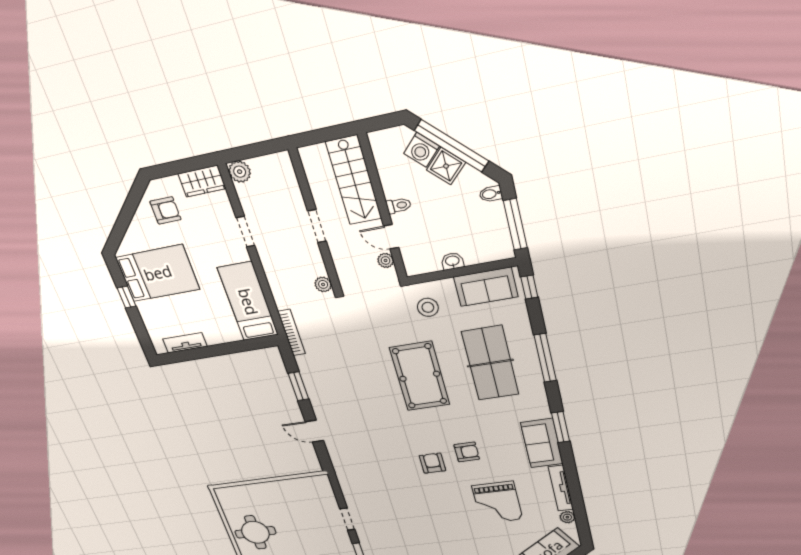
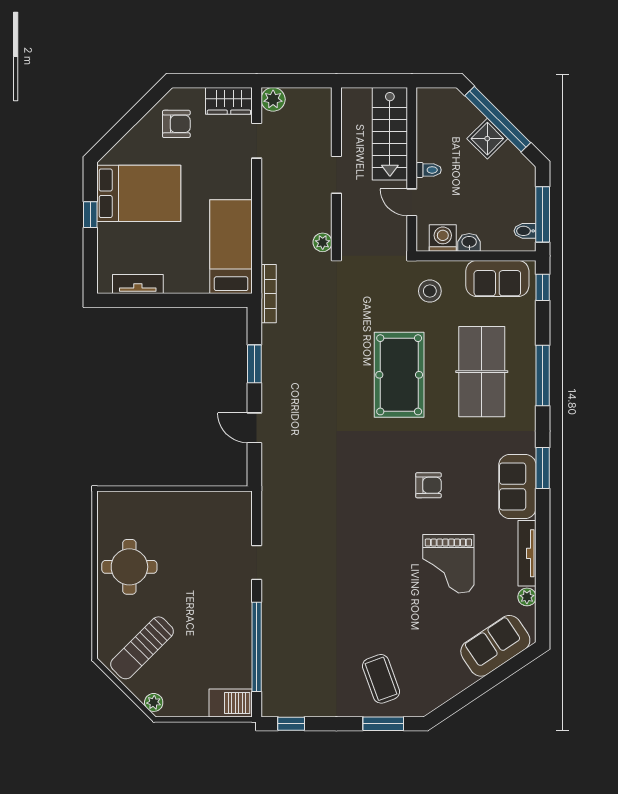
washing machine: (422, 150) -> (443, 238), moved, turned 135
bidet: (491, 194) -> (525, 231), moved
doorway: (246, 232) -> (257, 141), moved
plant: (386, 260) -> (399, 228), removed
armchair: (432, 463) -> (384, 495), removed

